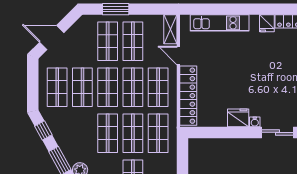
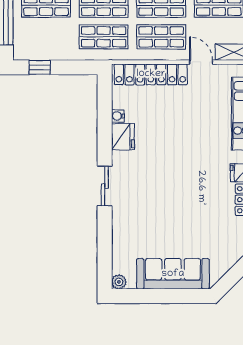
door: (178, 55) -> (201, 62), hinge flipped
water cooler: (255, 122) -> (118, 116), moved

